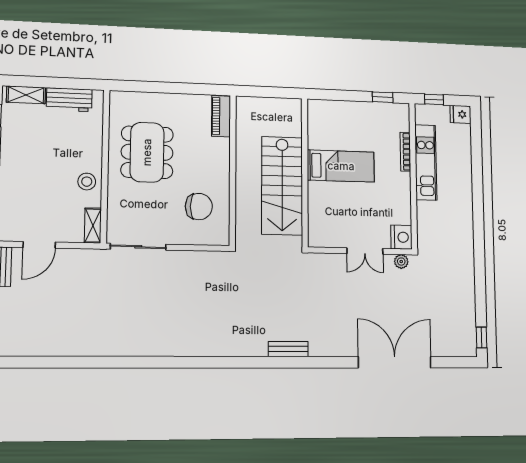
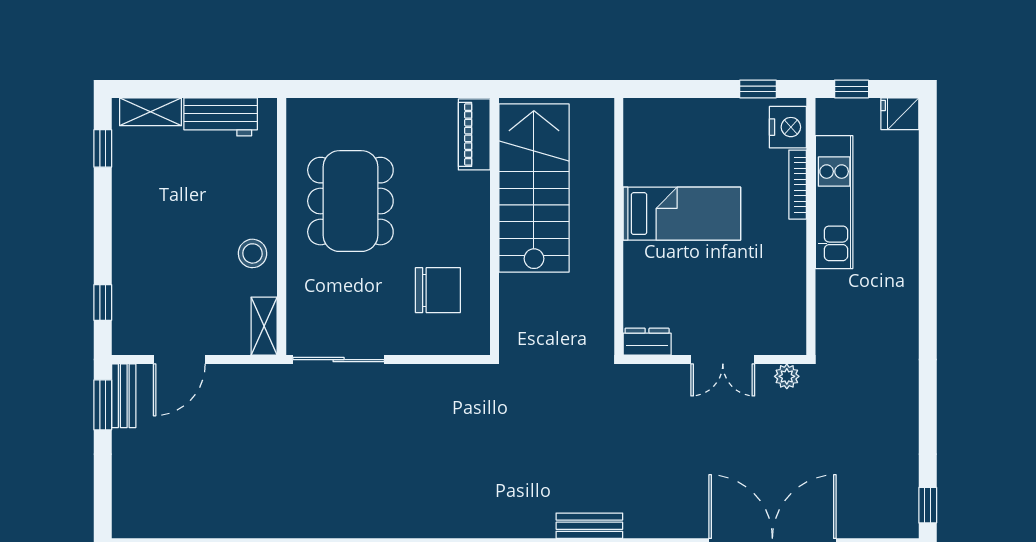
stairs: (282, 186) -> (534, 188), moved, turned 180
nightstand: (401, 237) -> (788, 127), moved
dresser: (321, 240) -> (647, 342), added

